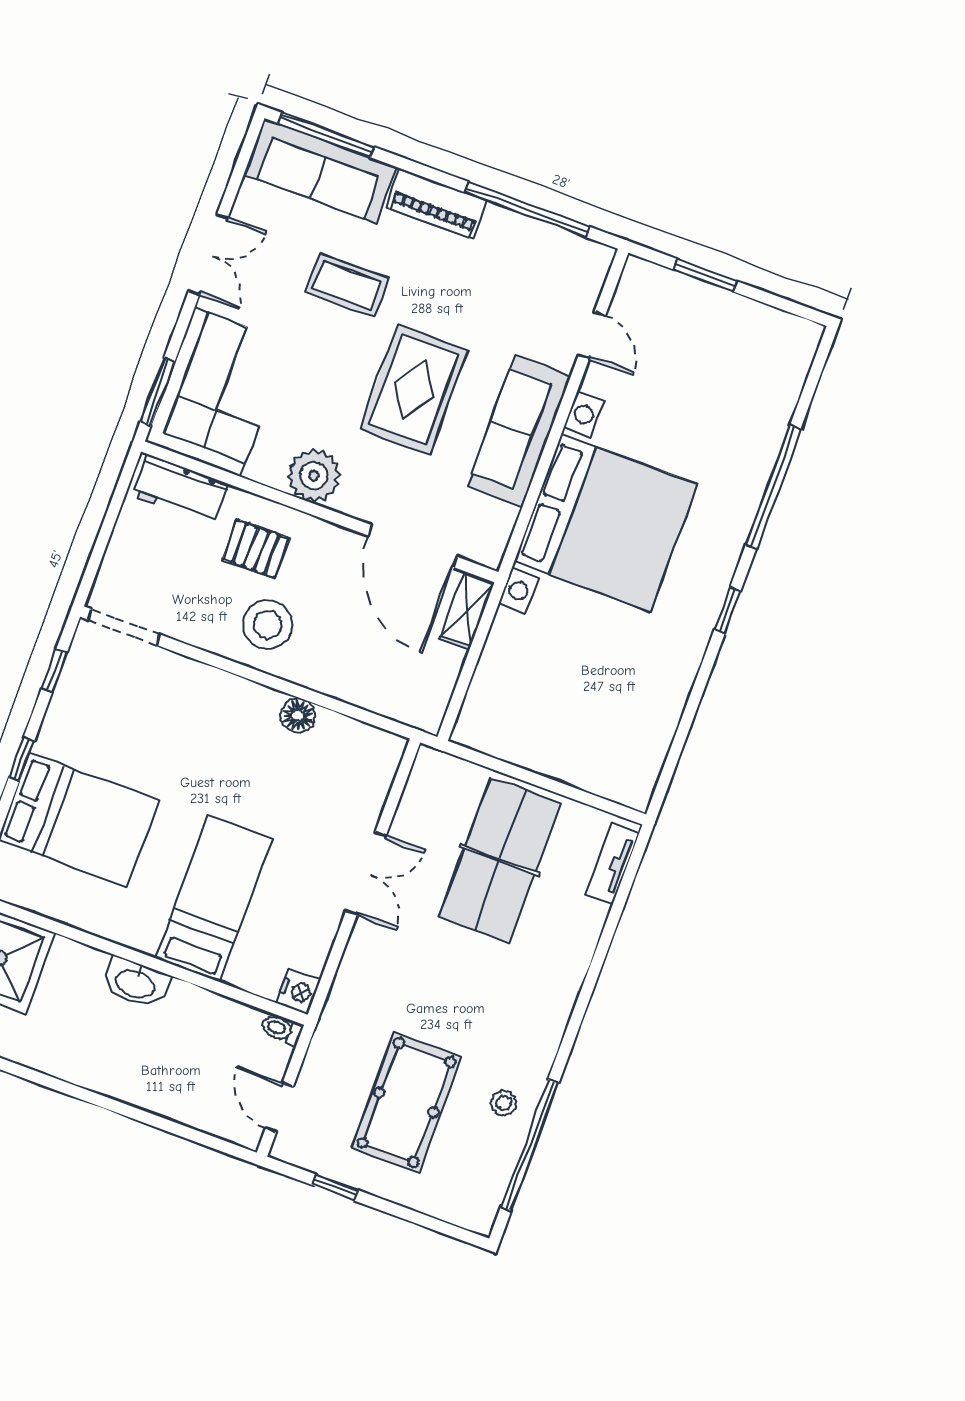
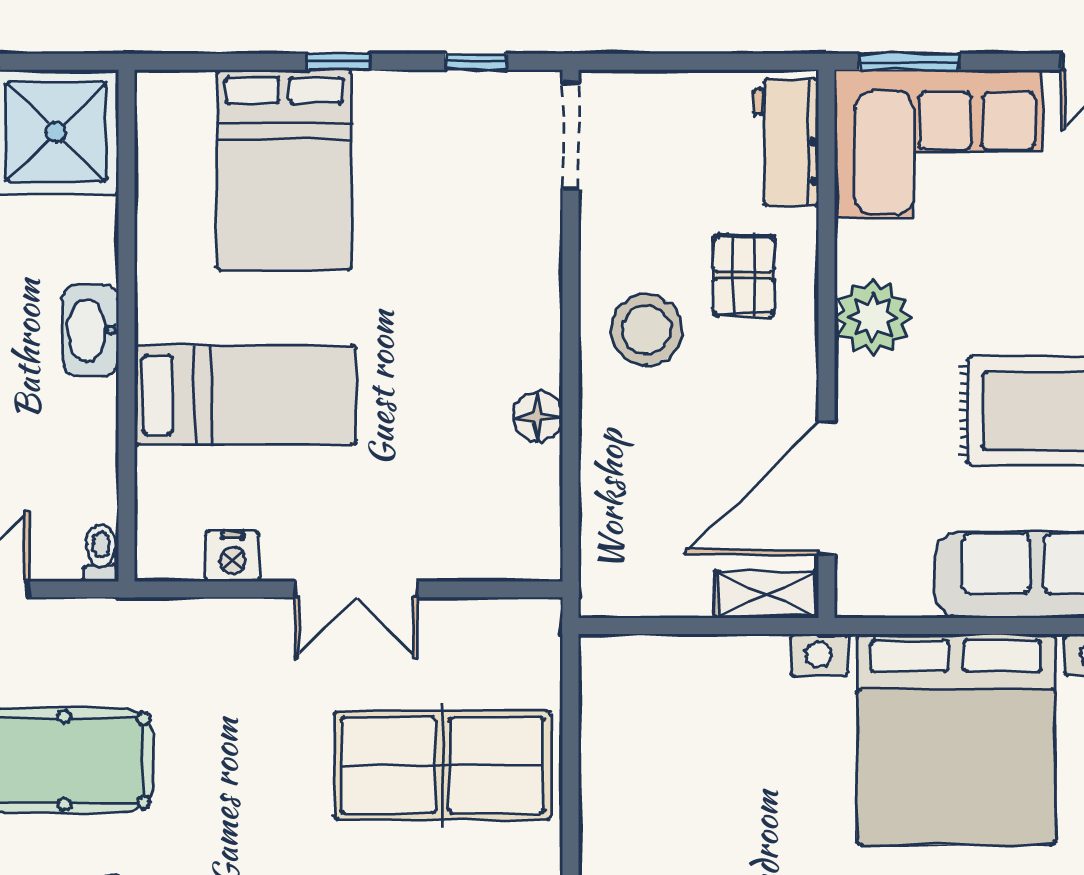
nightstand: (298, 991) -> (233, 557), moved

